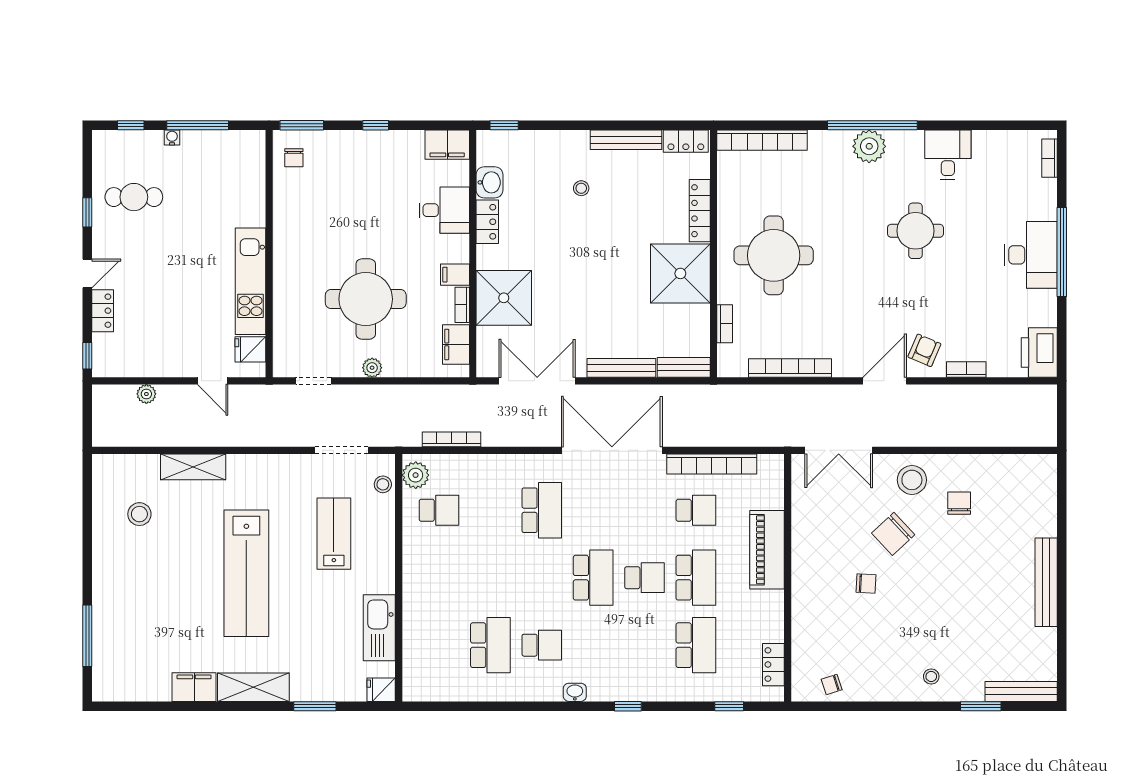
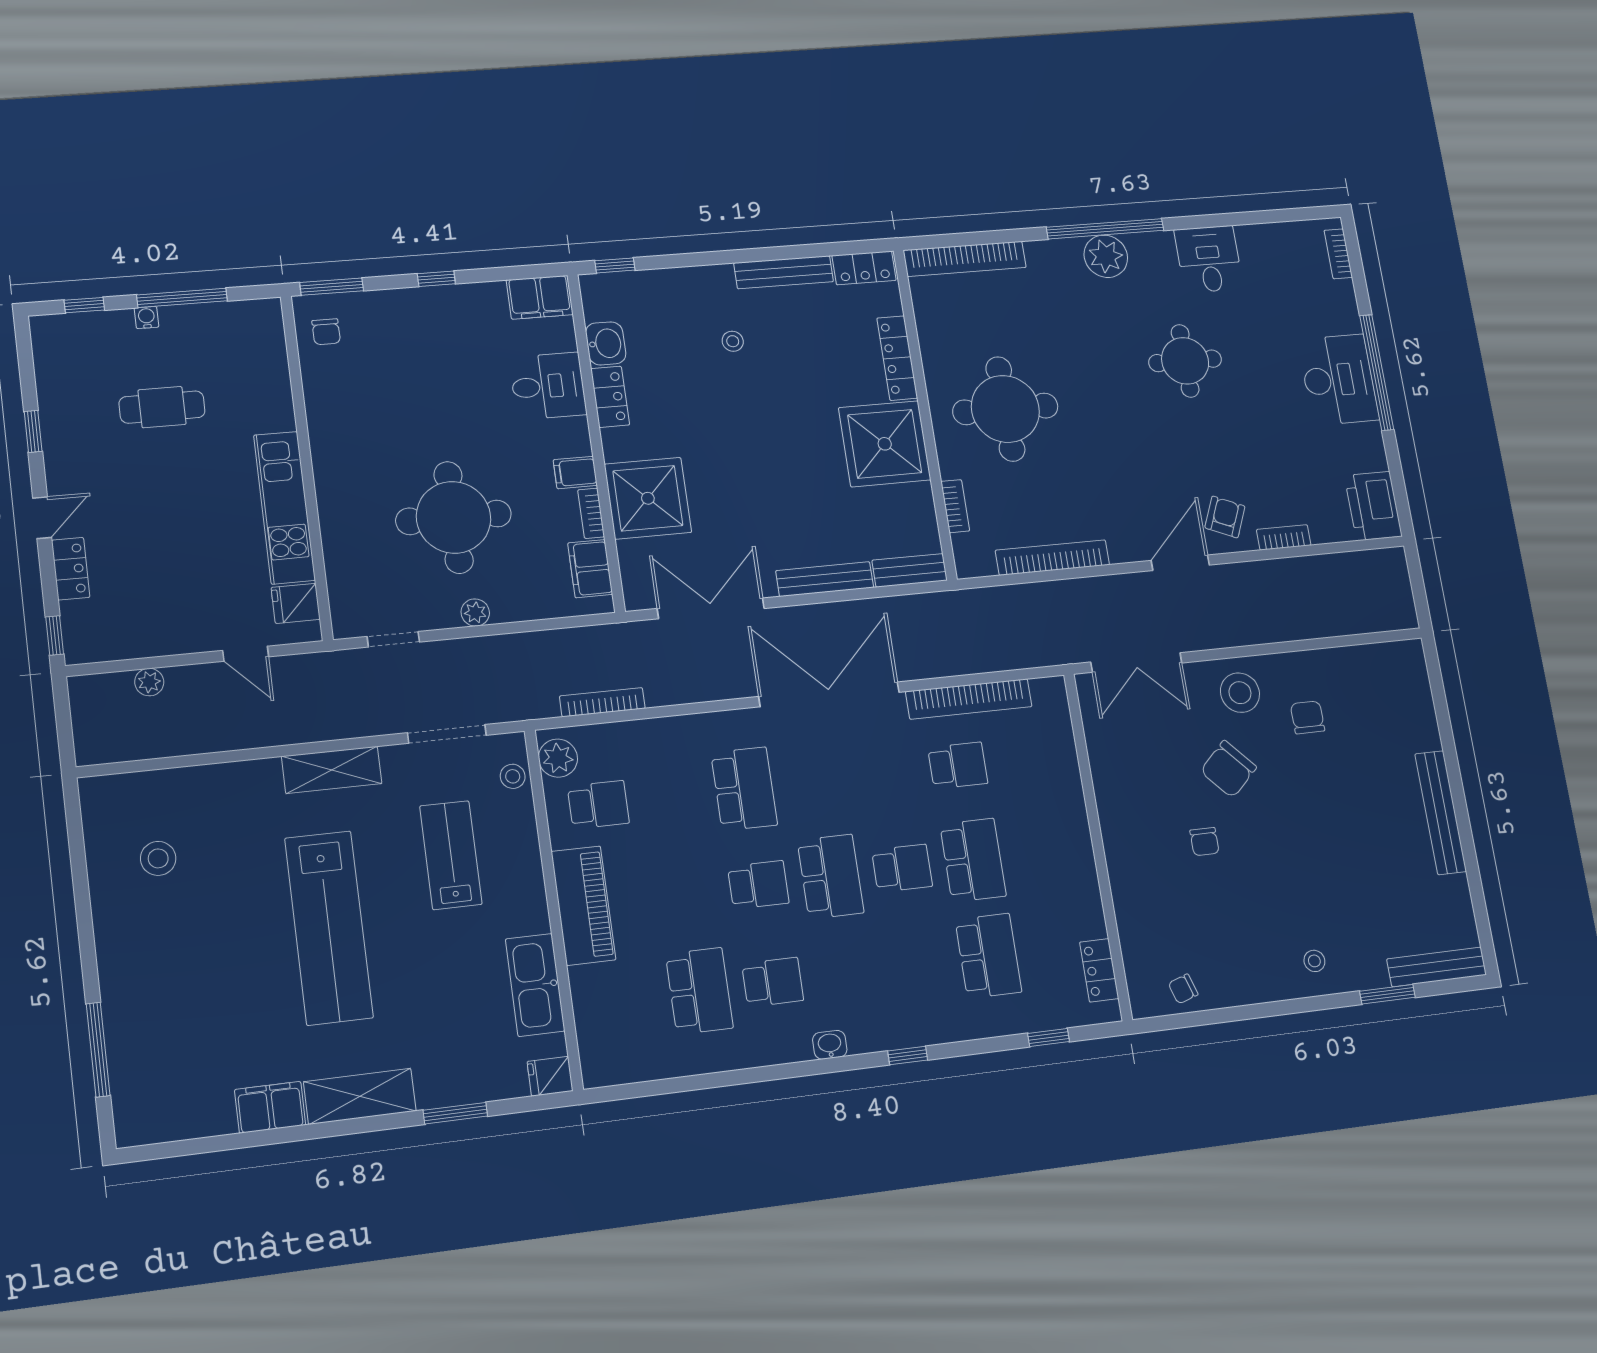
cafe table: (134, 197) -> (162, 407), moved
shelving: (193, 467) -> (332, 770), moved
piano: (767, 550) -> (583, 906), moved, turned 180
school desk: (542, 578) -> (758, 885), added
chair: (866, 584) -> (1205, 842), turned 87

